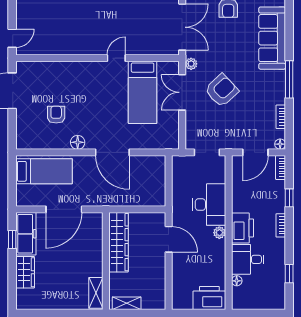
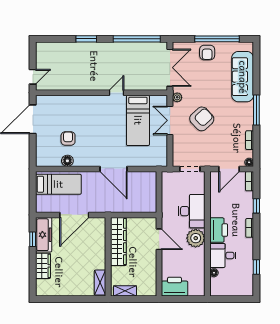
floor lamp: (78, 142) -> (67, 161), moved
plant: (219, 233) -> (196, 238), width x1.87, depth x1.87
printer: (209, 298) -> (174, 287), moved

